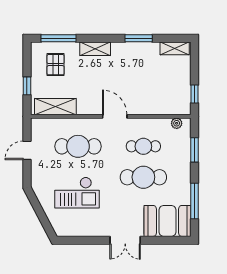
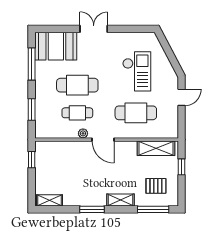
window: (139, 38) -> (92, 209), moved
pallet: (56, 65) -> (156, 186), turned 90
plant: (177, 123) -> (83, 133), moved
door: (27, 150) -> (181, 97), moved
checkout: (77, 193) -> (137, 71), turned 90

